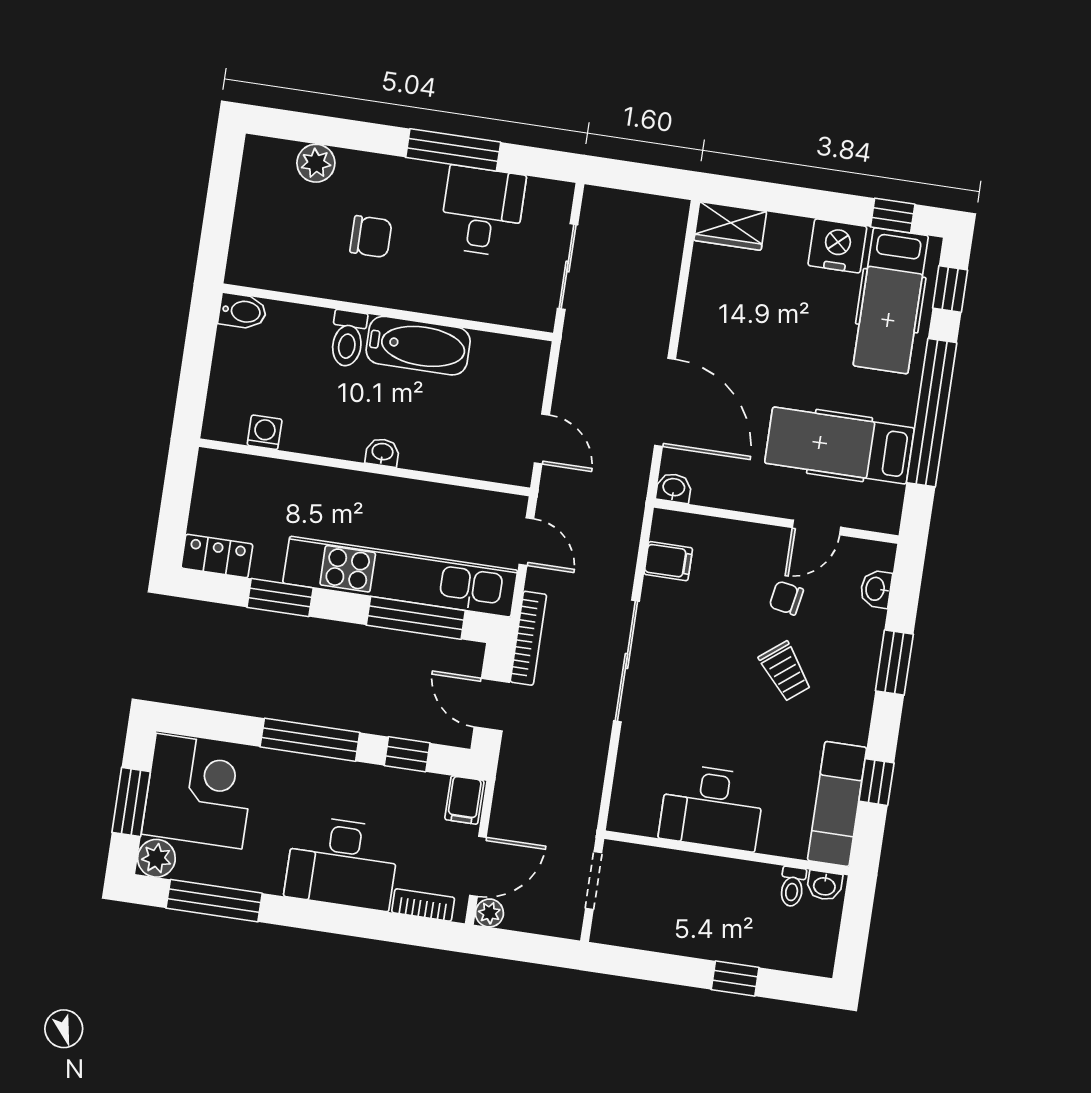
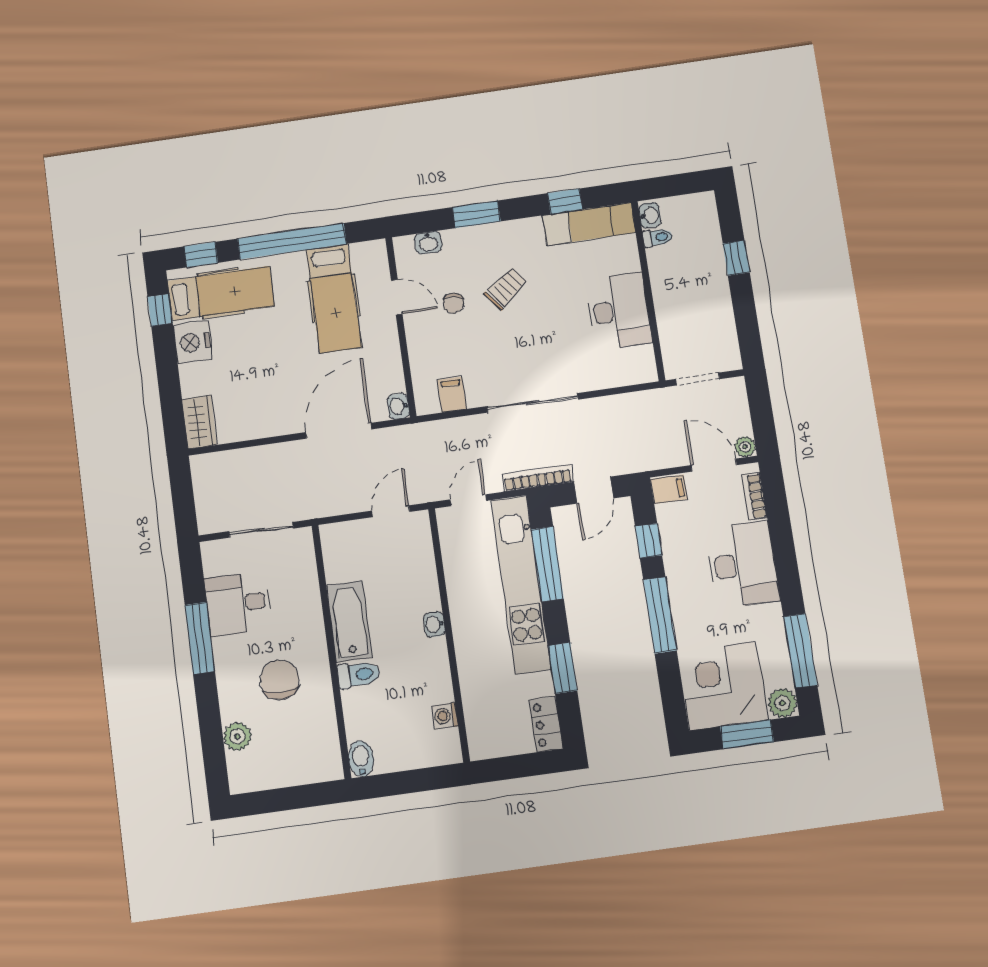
chair: (371, 237) -> (280, 680), width x1.37, depth x1.37

